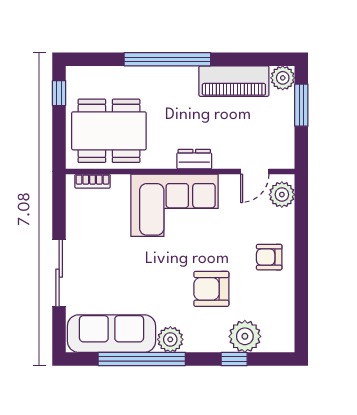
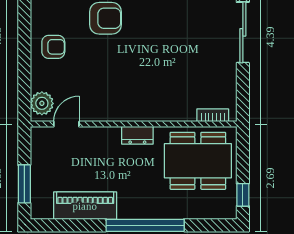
plant: (283, 78) -> (41, 209), removed
dresser: (194, 159) -> (137, 135), moved
corner sofa: (174, 205) -> (139, 94), removed

